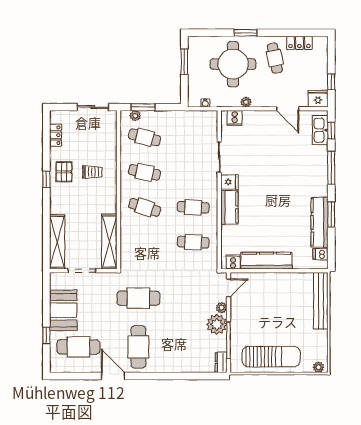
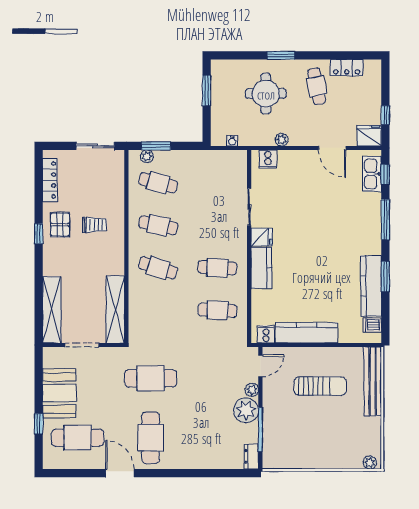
round table: (233, 64) -> (266, 94), width x0.73, depth x0.73
locker: (56, 135) -> (50, 180), width x1.53
sun lounger: (271, 357) -> (320, 386), moved, width x0.73, depth x0.75

